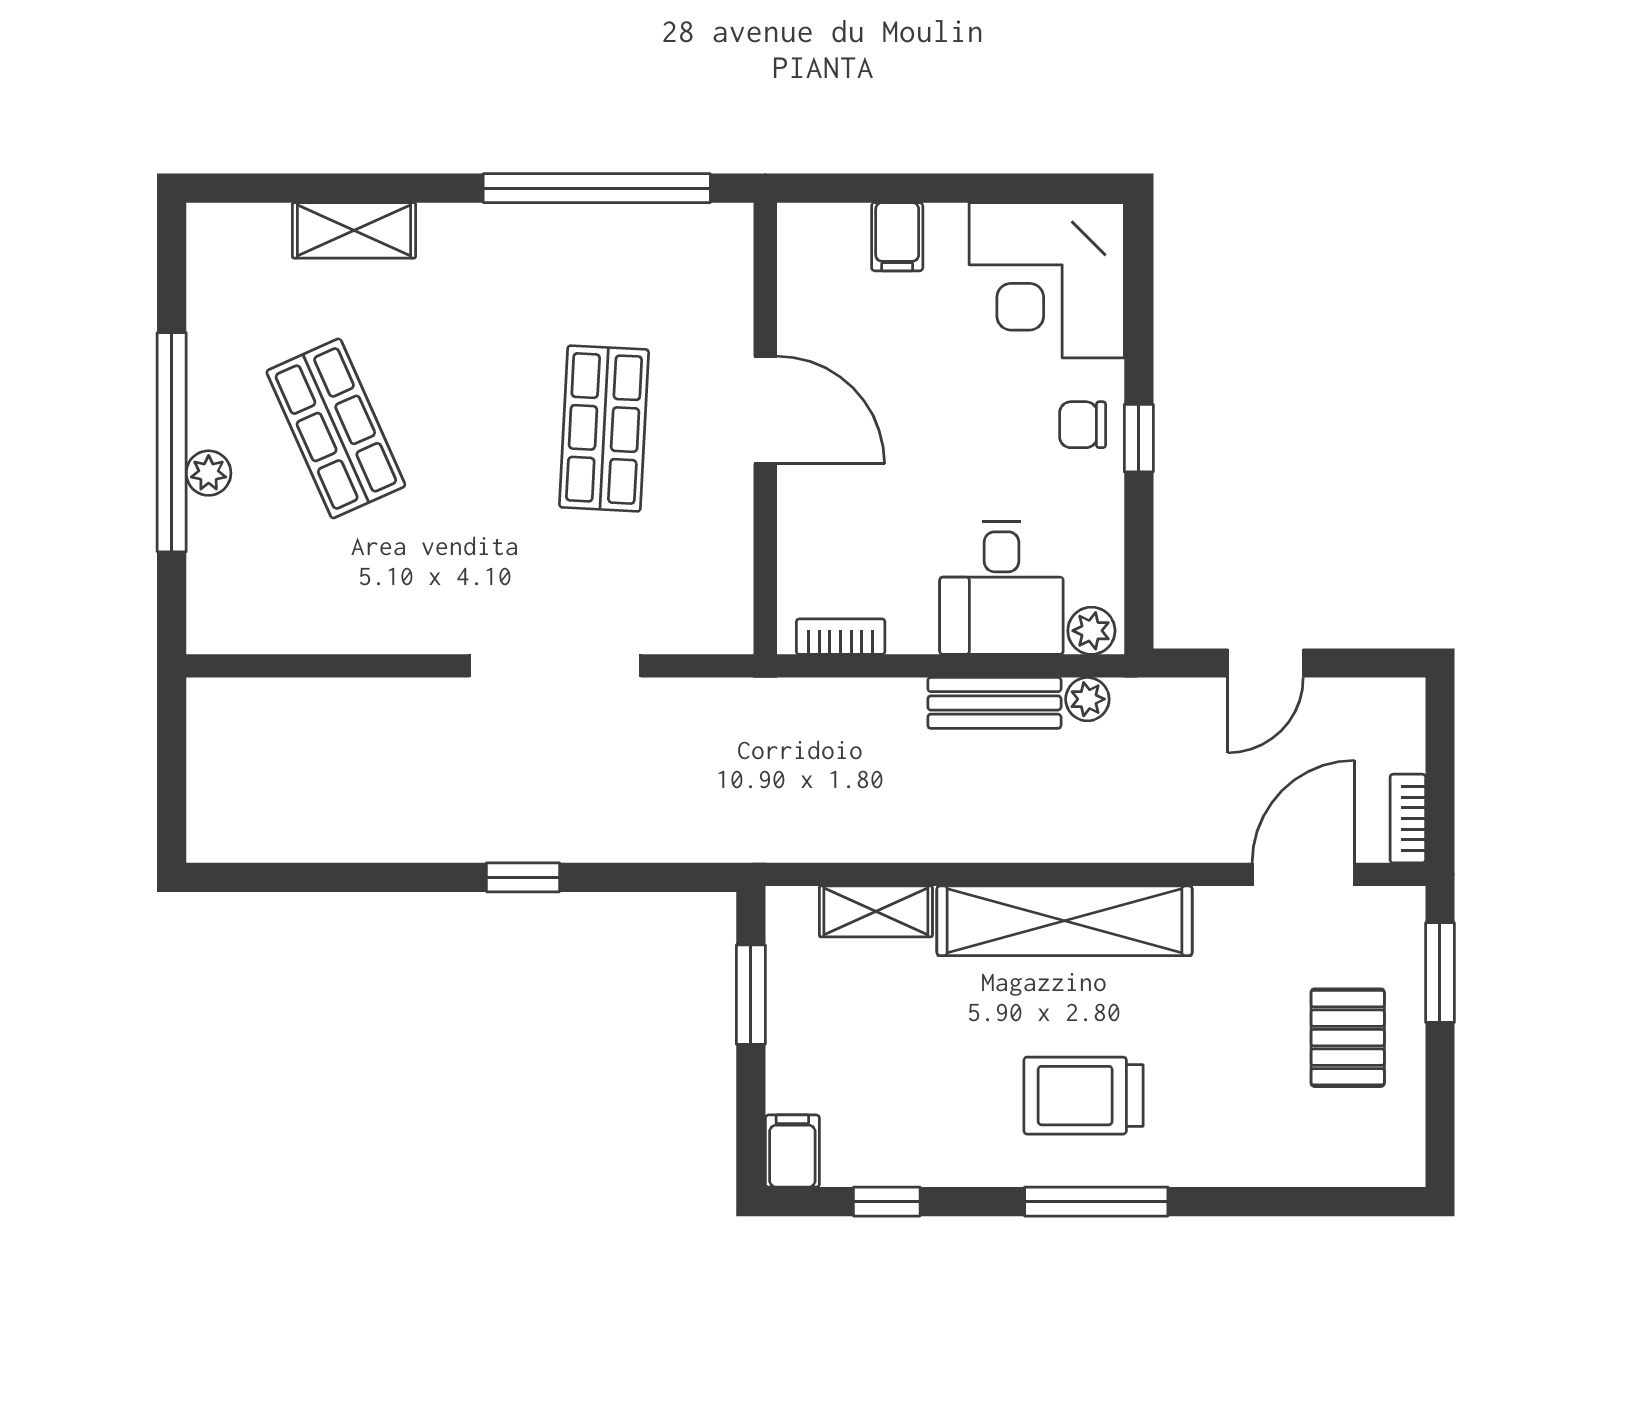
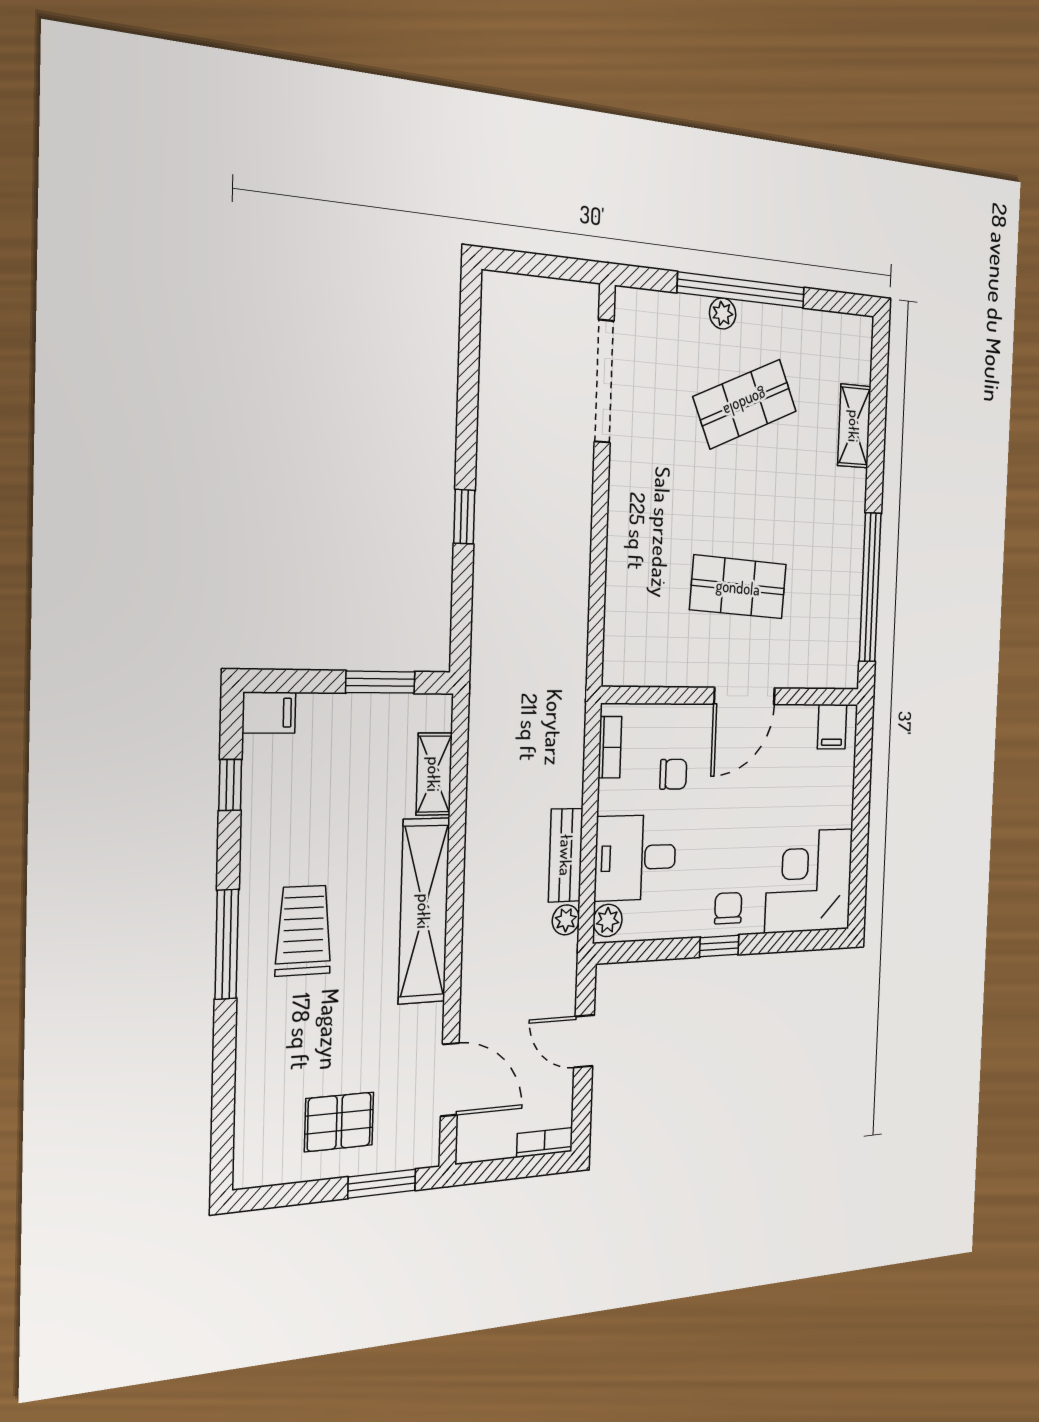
filing cabinet: (897, 237) -> (832, 727), moved, turned -90
chair: (881, 529) -> (673, 774), added
doorway: (555, 666) -> (604, 381), moved
bookcase: (1408, 818) -> (545, 1142), moved

